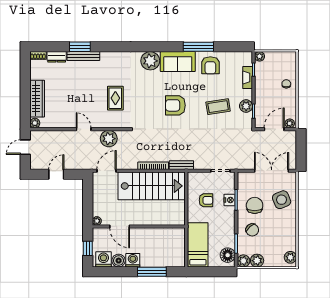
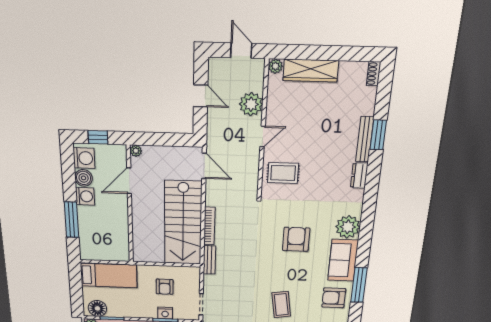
dresser: (57, 57) -> (359, 175), moved
rug: (115, 98) -> (283, 173), moved
armchair: (175, 105) -> (296, 239), moved
plant: (109, 139) -> (251, 104), moved

